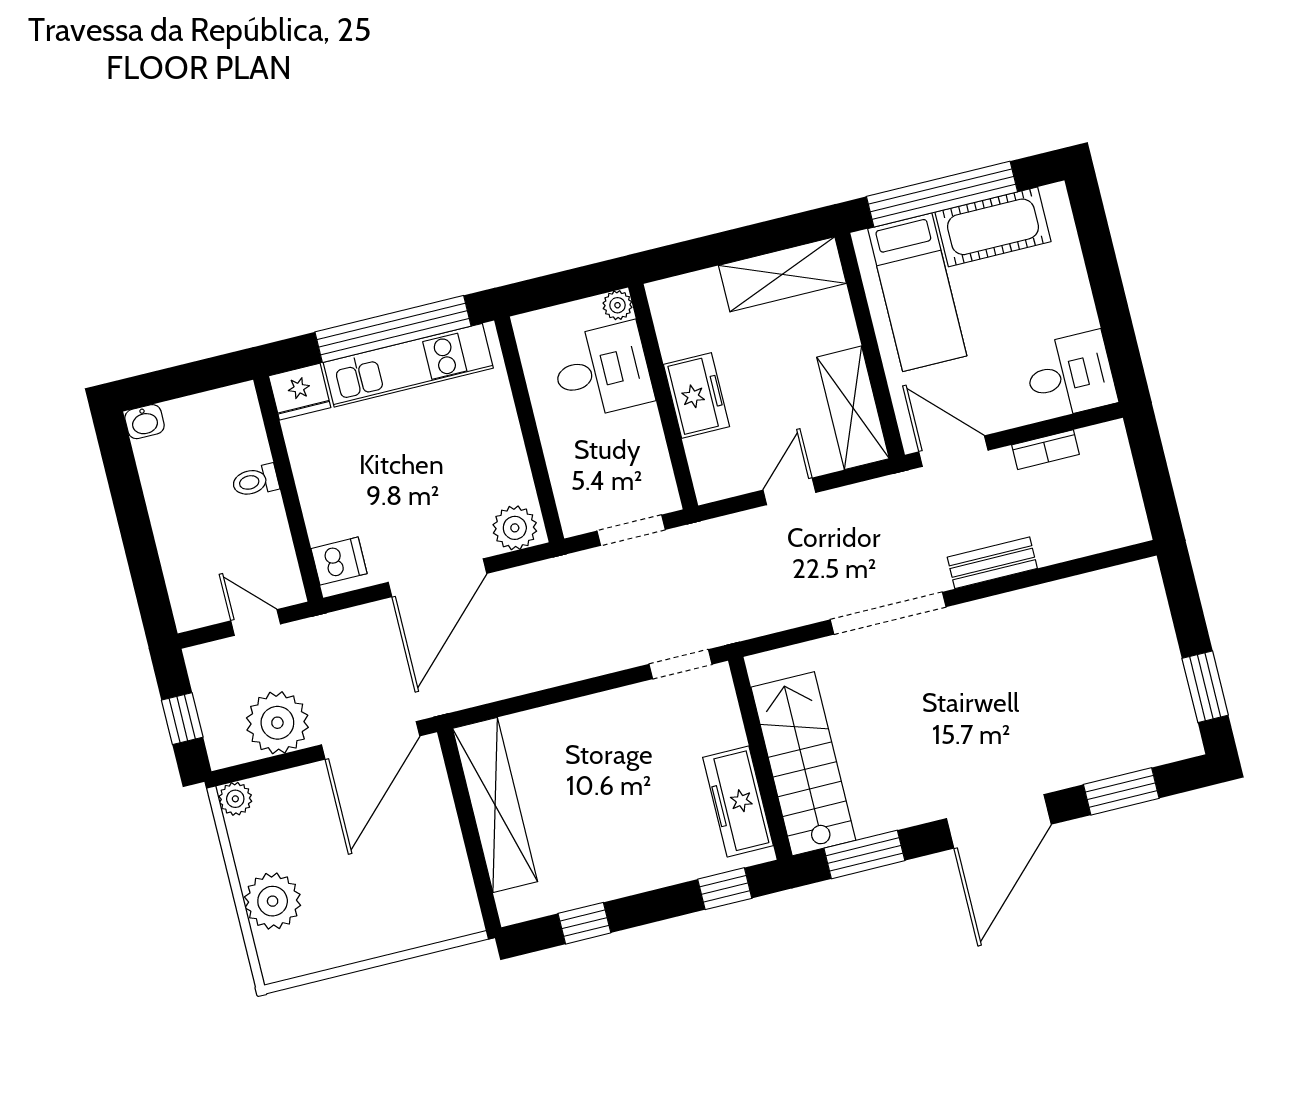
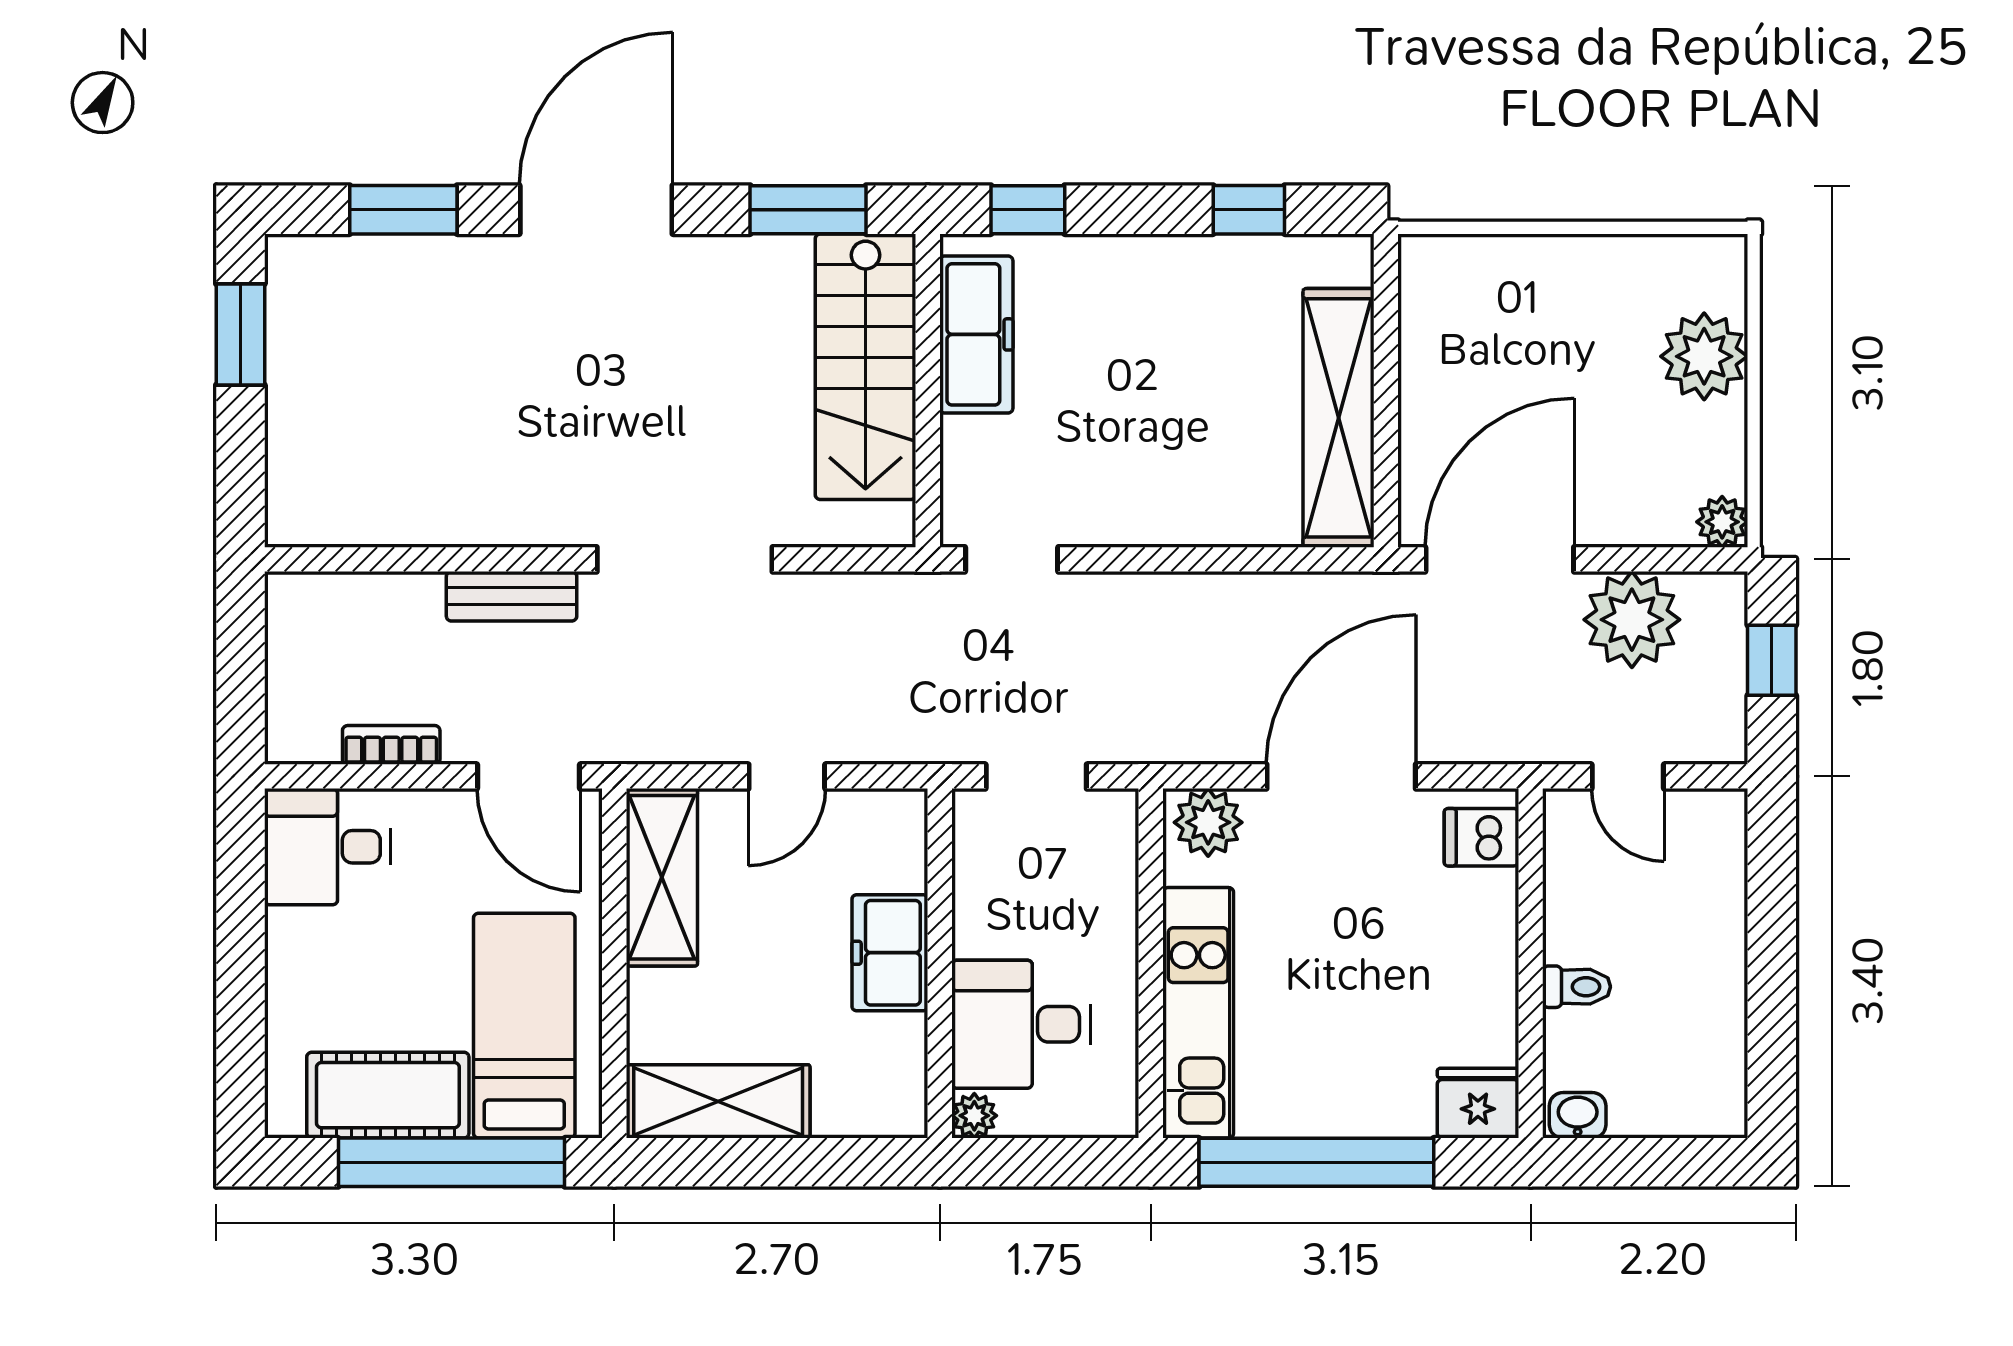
kitchen unit: (408, 365) -> (1198, 1013), moved, turned 90
washbasin: (145, 422) -> (1578, 1115), moved

